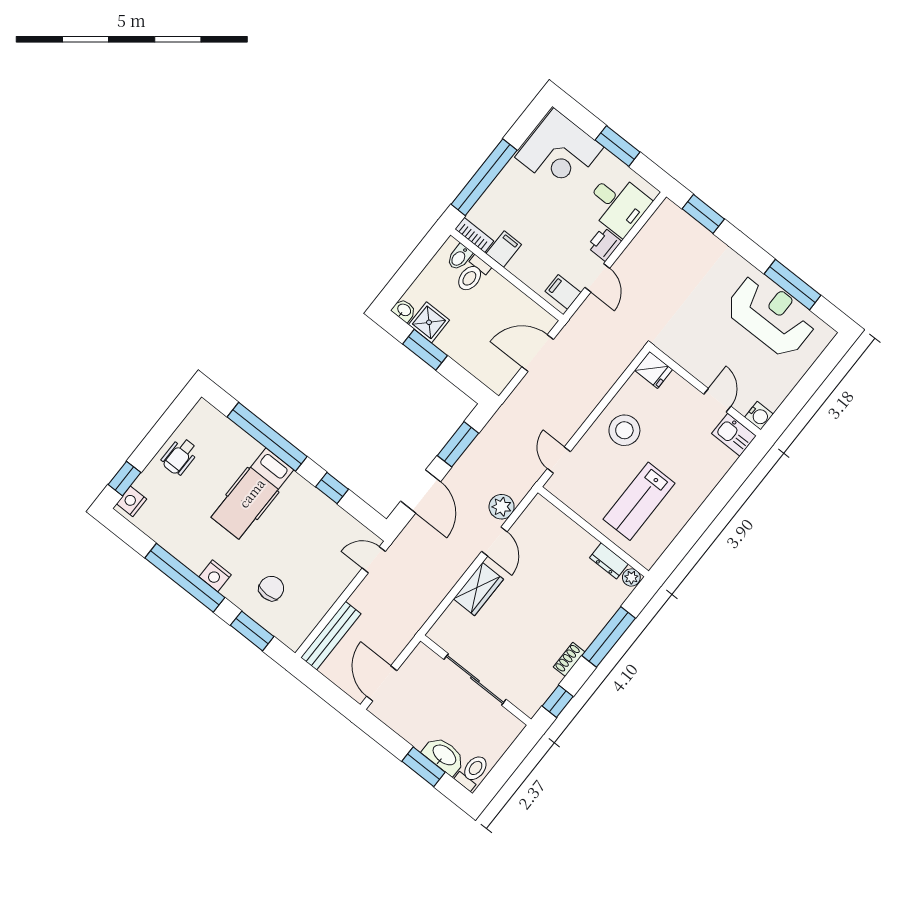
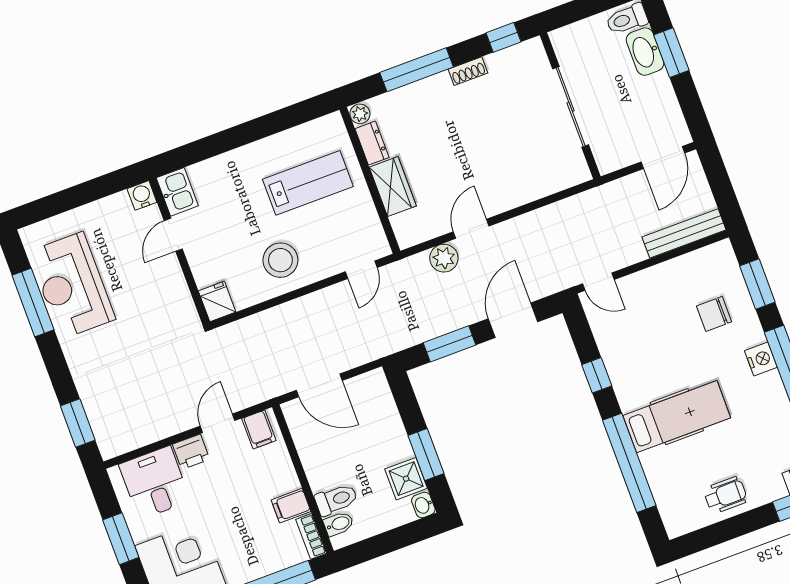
wardrobe: (478, 589) -> (393, 187), moved, turned 90

